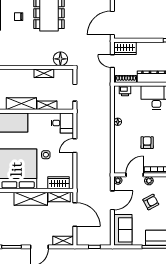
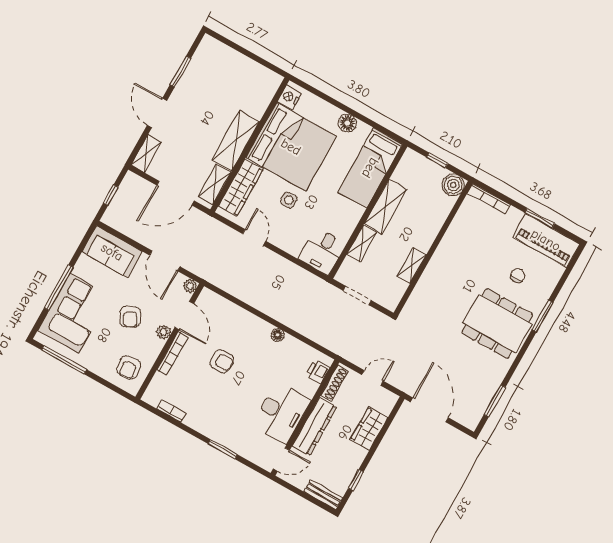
wardrobe: (125, 48) -> (369, 429), moved
floor lamp: (60, 59) -> (420, 302), removed
door: (75, 146) -> (254, 237), moved
wardrobe: (59, 183) -> (241, 188), width x1.50

